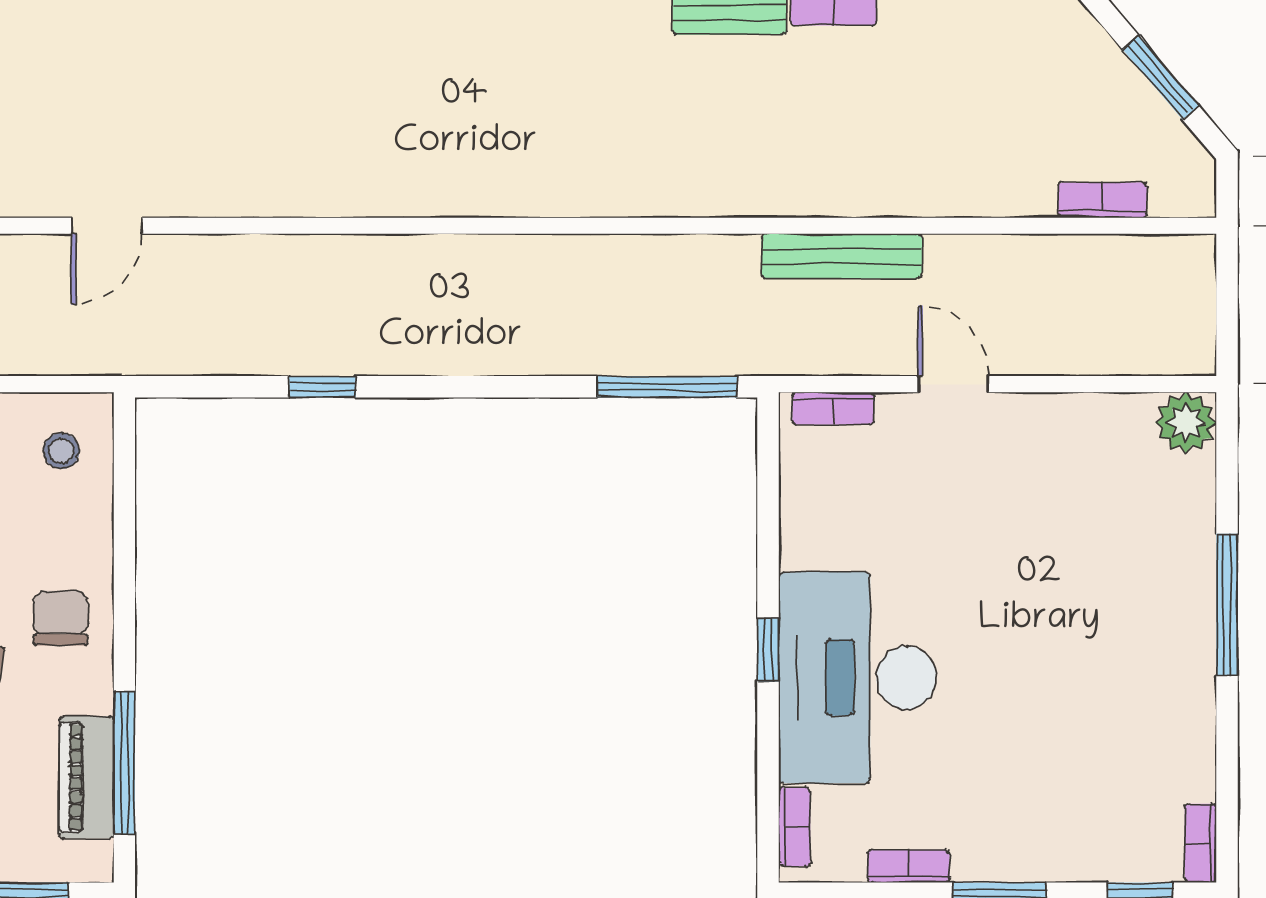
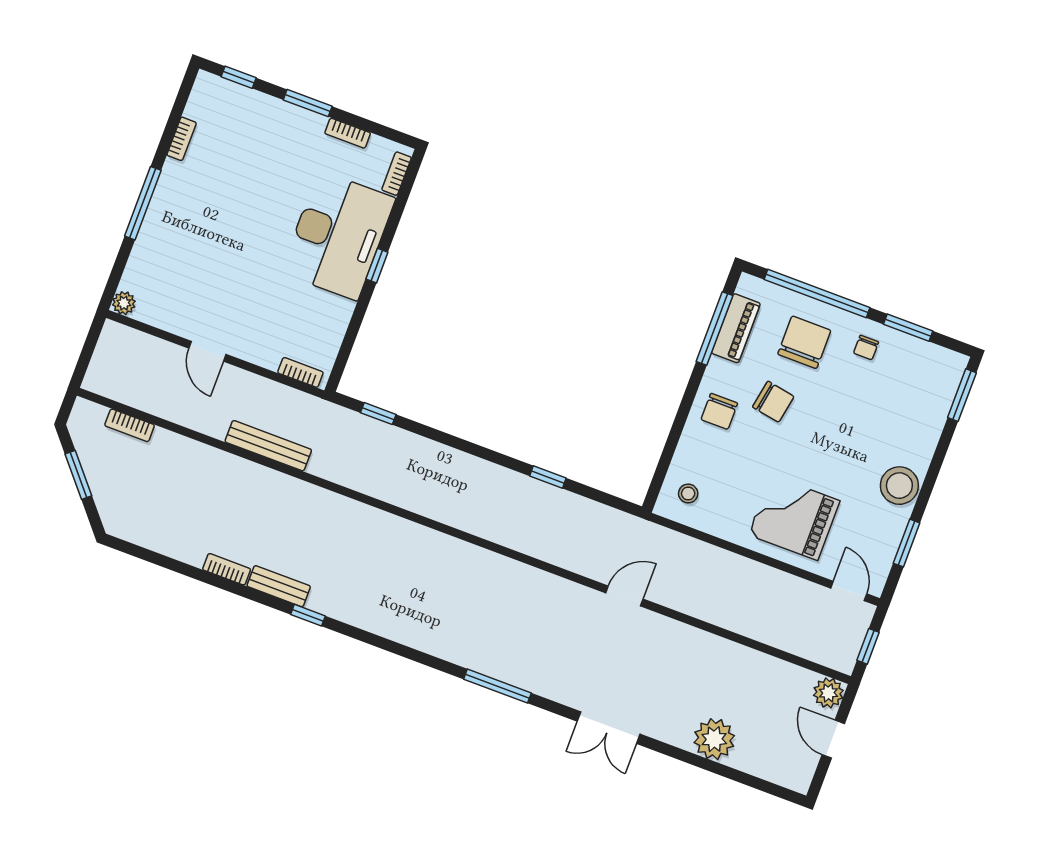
door: (953, 384) -> (207, 351), moved
window: (667, 387) -> (378, 414), width x0.46
plant: (1186, 423) -> (124, 303), width x0.73, depth x0.73
bookcase: (1201, 843) -> (182, 139), moved

